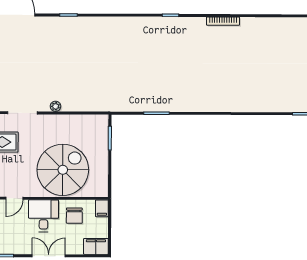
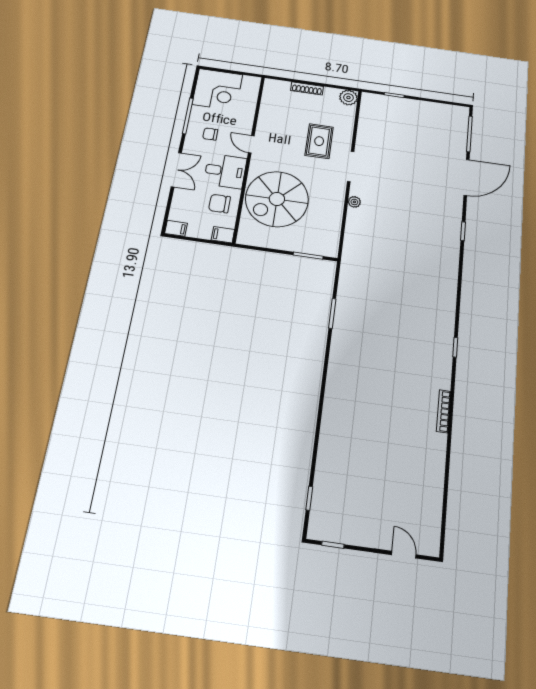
spiral stairs: (63, 170) -> (277, 199), turned 90
chair: (10, 234) -> (210, 134), added
filing cabinet: (96, 246) -> (176, 228), width x0.50

